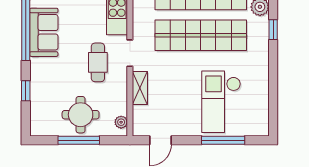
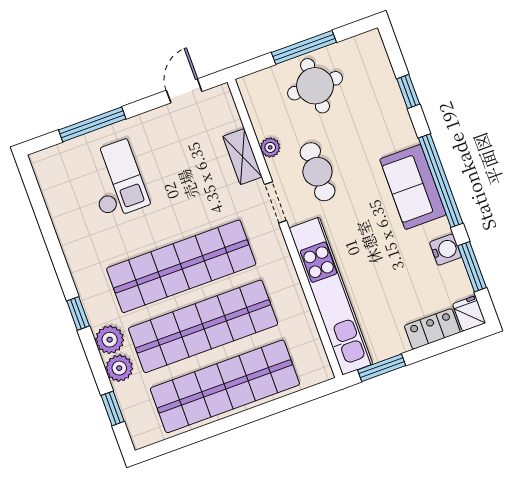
checkout: (221, 102) -> (116, 180), width x0.73, depth x0.83
plant: (121, 122) -> (270, 147), moved

